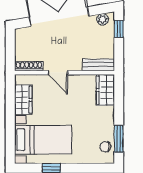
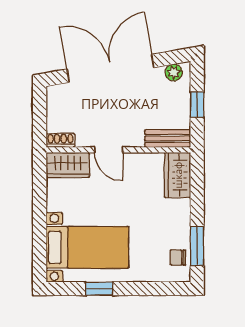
window: (119, 29) -> (197, 105), moved
shoe rack: (29, 66) -> (60, 140), width x0.70
wardrobe: (23, 100) -> (68, 165), moved, turned 90

